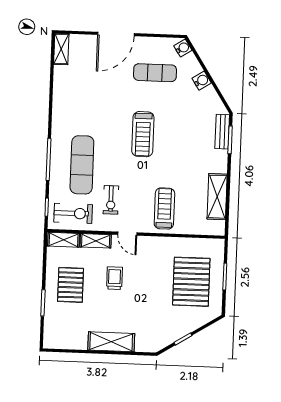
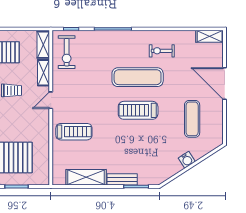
water cooler: (183, 48) -> (215, 142), removed
bench: (222, 132) -> (122, 179), moved
exercise mat: (82, 165) -> (138, 77), moved
exercise bike: (111, 200) -> (162, 51), moved

